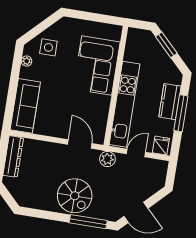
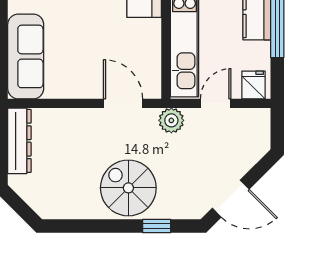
spiral stairs: (75, 196) -> (128, 188), turned 180
window: (88, 222) -> (157, 226), width x0.46

